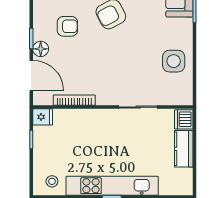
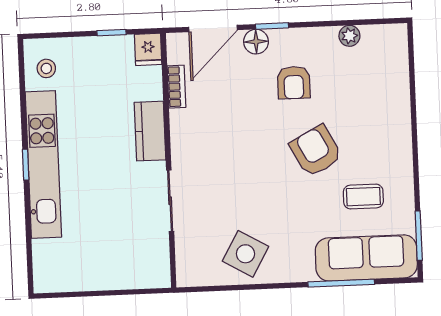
side table: (174, 61) -> (245, 254), turned 30
bookcase: (74, 100) -> (176, 87), width x0.64
dishwasher: (184, 119) -> (154, 274), removed
kitchen counter: (184, 149) -> (150, 131), moved, turned -90

